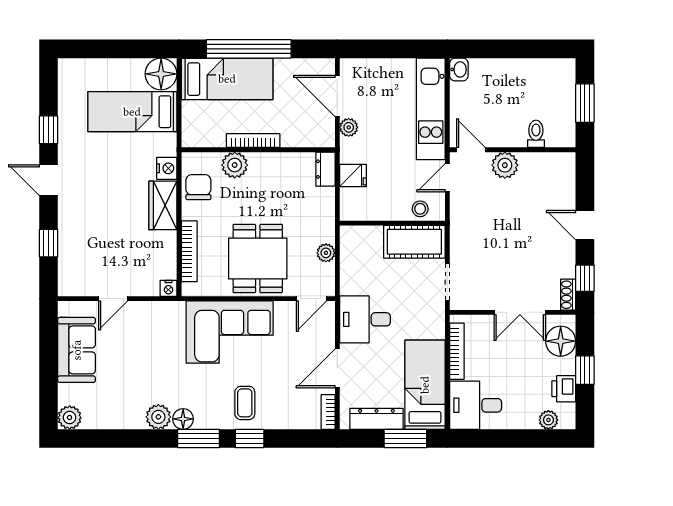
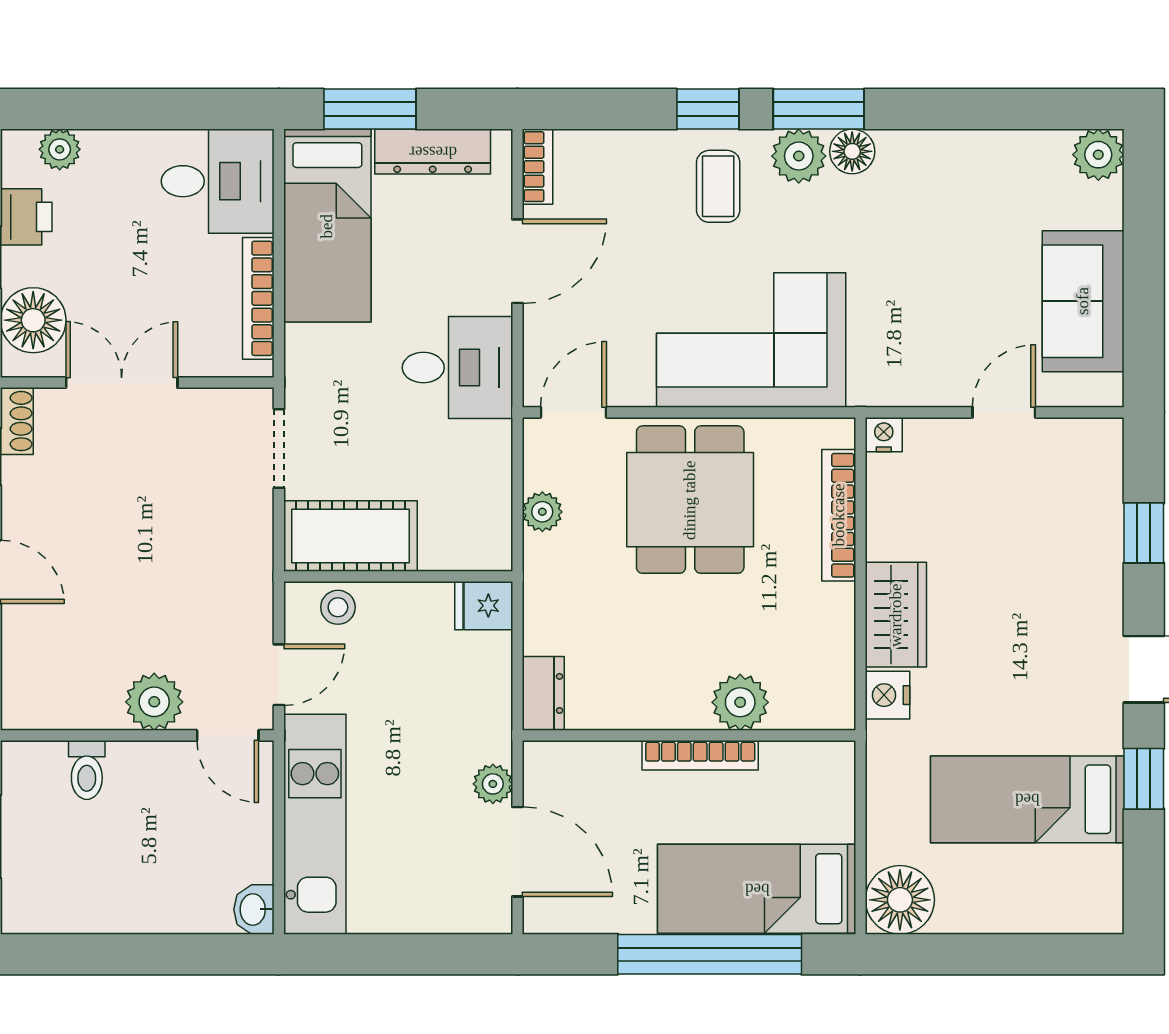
bed: (132, 112) -> (1027, 799), moved, turned 180
fridge: (353, 176) -> (484, 606), moved
chair: (198, 187) -> (819, 654), removed
plant: (158, 417) -> (799, 156), moved

